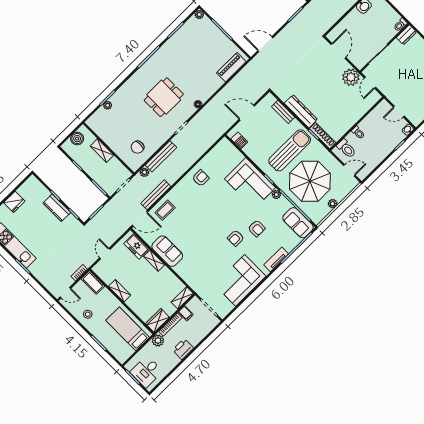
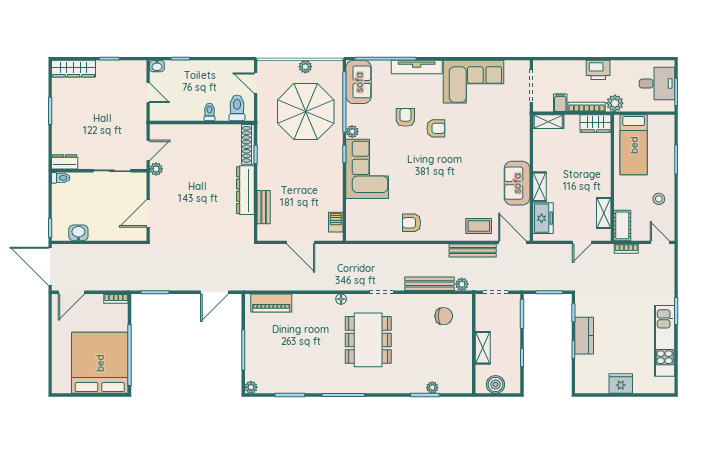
door: (265, 44) -> (214, 292), hinge flipped
plant: (351, 77) -> (156, 169), width x0.53, depth x0.53
dining table: (164, 97) -> (368, 340), width x1.38
sun lounger: (290, 150) -> (295, 162), removed
tv unit: (276, 259) -> (417, 67), width x1.41
shelving: (120, 291) -> (604, 213), moved

